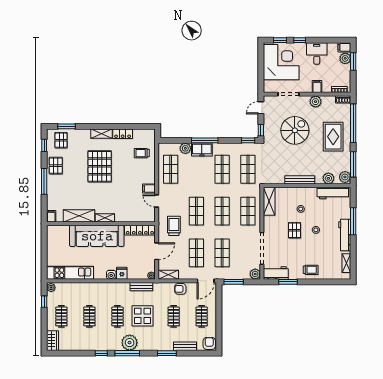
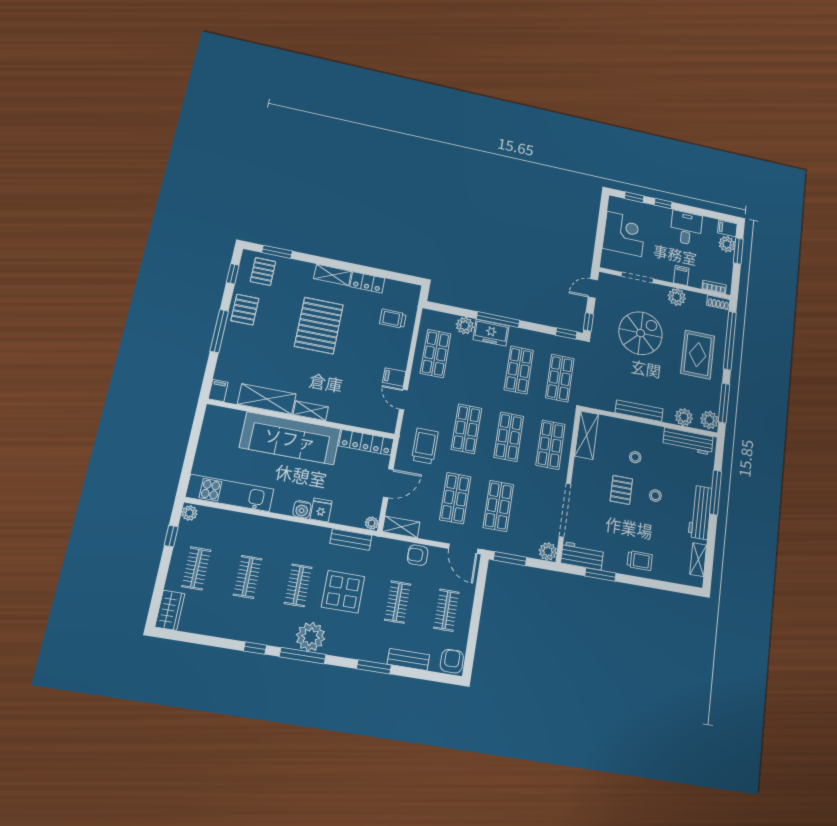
corner desk: (281, 62) -> (624, 234), width x0.74, depth x0.74
door: (206, 281) -> (463, 549), hinge flipped

